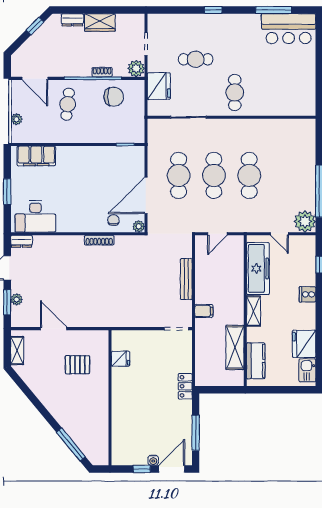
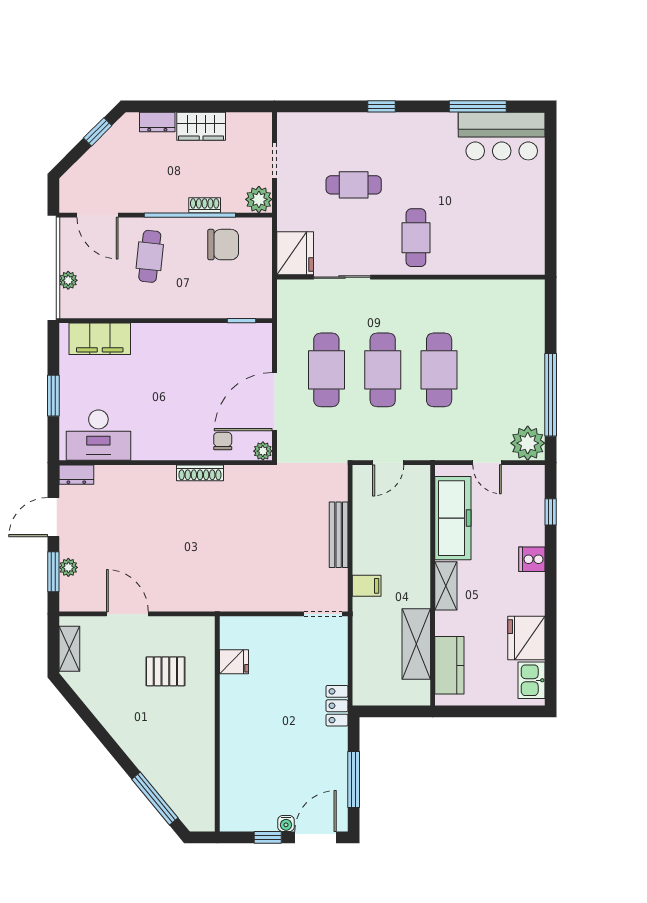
fridge: (159, 86) -> (295, 253), moved

